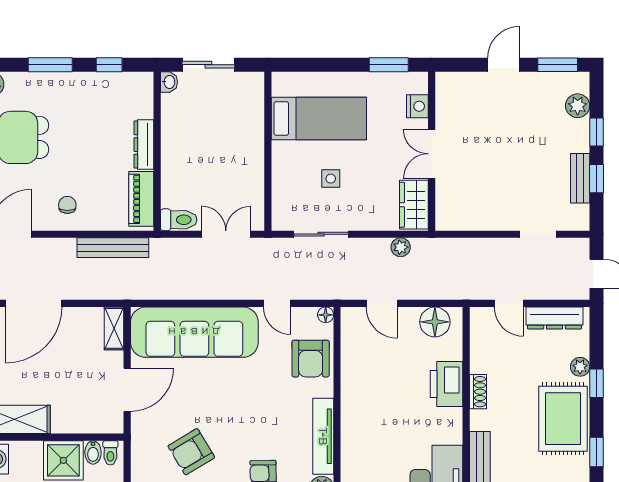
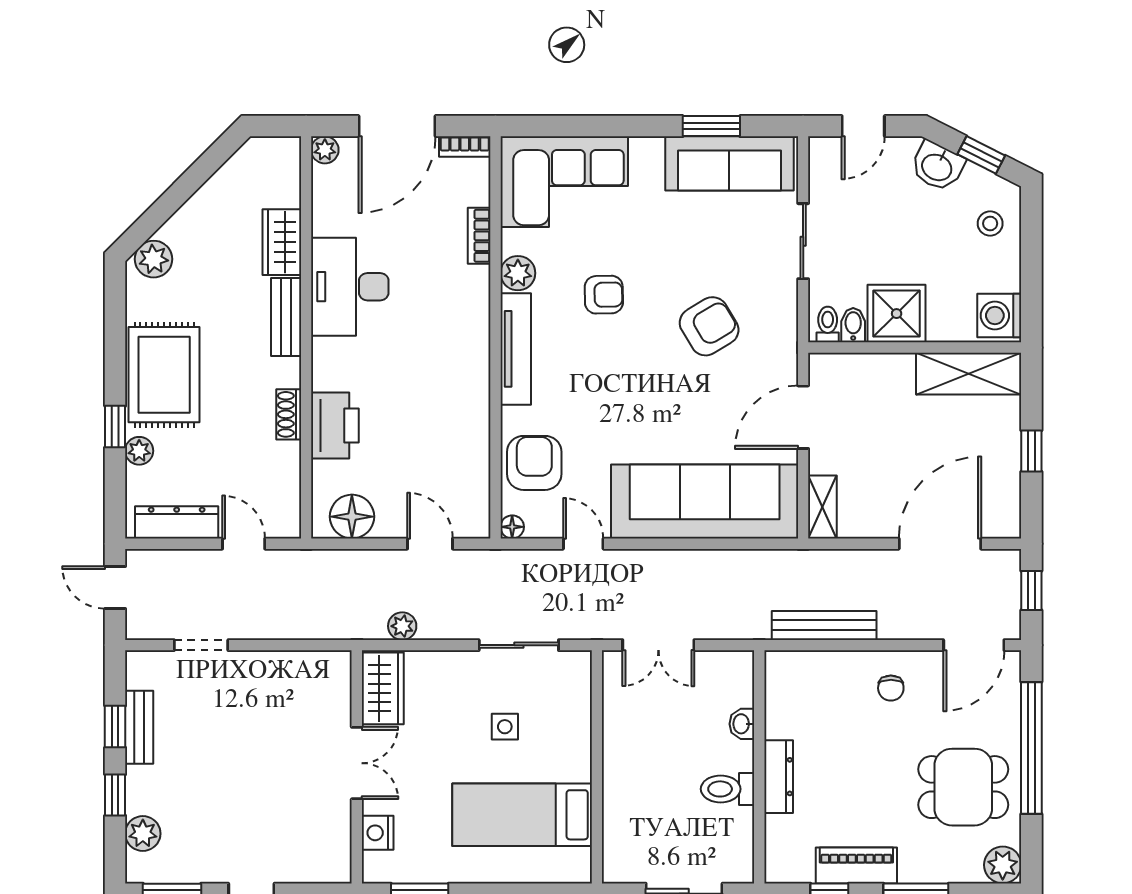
washbasin: (169, 82) -> (742, 724), moved
piano: (141, 199) -> (856, 865), moved, turned -90
toilet: (179, 220) -> (728, 789), moved
window: (597, 452) -> (115, 326), removed

